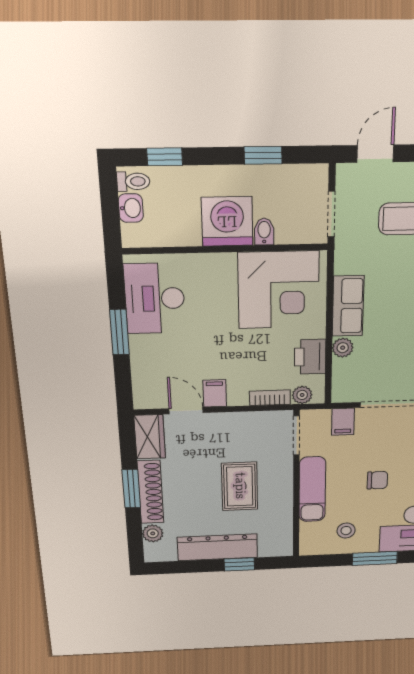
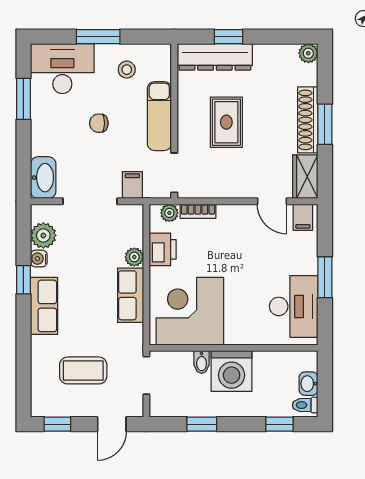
filing cabinet: (215, 393) -> (303, 217), moved
plant: (153, 533) -> (308, 53), moved
dresser: (217, 547) -> (215, 57), moved

